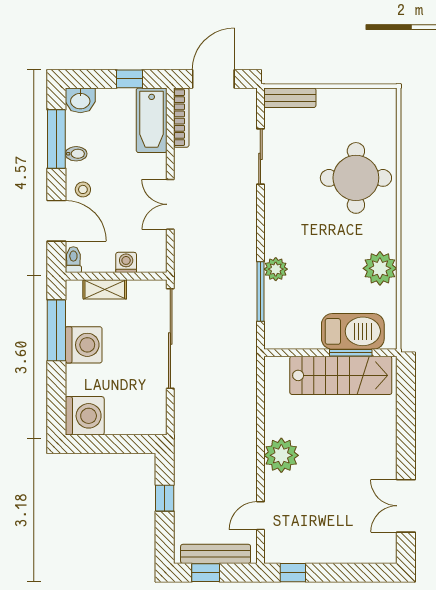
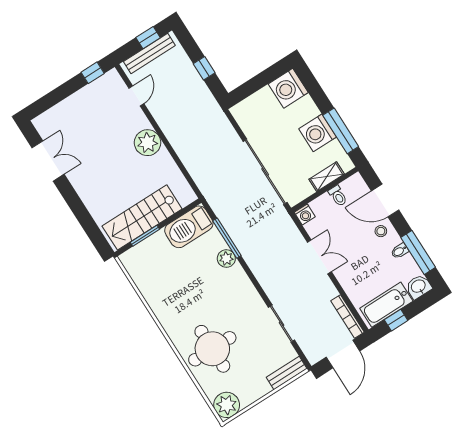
bathtub: (152, 120) -> (386, 305), moved, turned -90
toilet: (73, 260) -> (338, 196), moved
washing machine: (126, 262) -> (305, 215), moved
plant: (380, 268) -> (227, 405), moved
barbecue: (353, 331) -> (189, 227), moved

